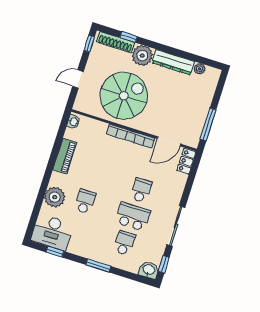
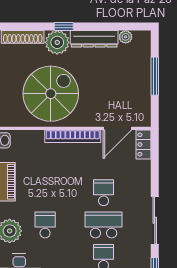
window: (128, 37) -> (64, 27), moved
window: (208, 124) -> (155, 76), moved

